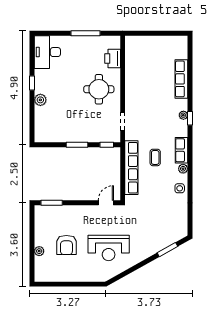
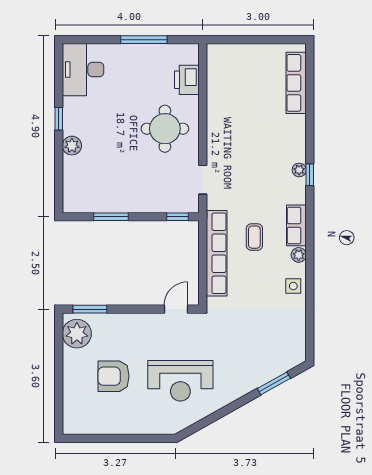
row of seats: (181, 79) -> (296, 83), moved
window: (77, 145) -> (111, 217), moved
armchair: (66, 245) -> (113, 376), turned 90
plant: (39, 251) -> (77, 334), moved, width x1.87, depth x1.87

